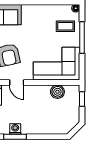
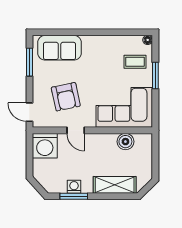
window: (82, 38) -> (155, 76), width x0.69
window: (82, 99) -> (155, 150), removed
shelving: (49, 127) -> (115, 185), added

